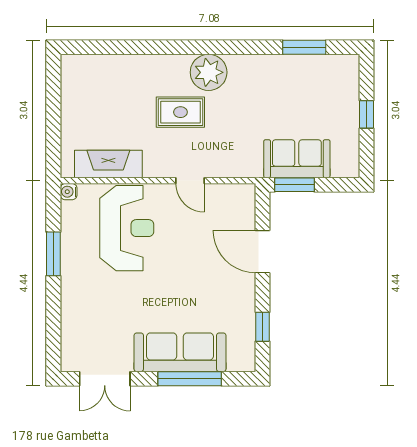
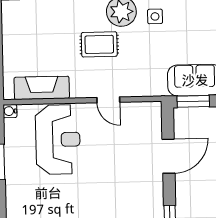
side table: (250, 79) -> (155, 16), added
door: (263, 252) -> (168, 156), swing flipped

